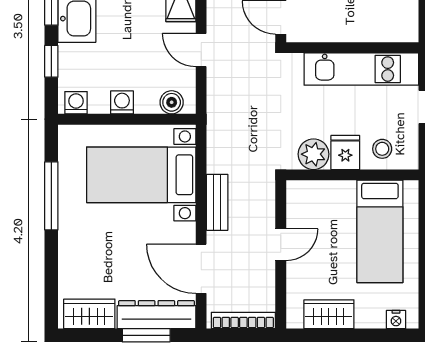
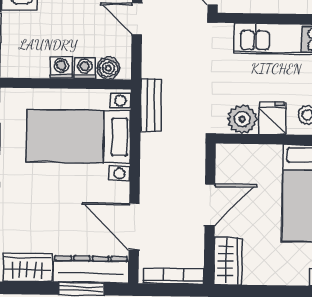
washing machine: (76, 103) -> (85, 68), moved
bench: (217, 202) -> (151, 105), moved
door: (281, 245) -> (210, 205), width x1.38
wardrobe: (329, 314) -> (228, 261), moved, turned 90

